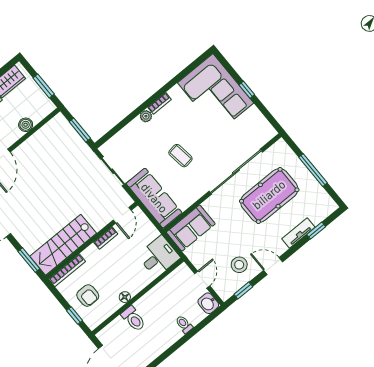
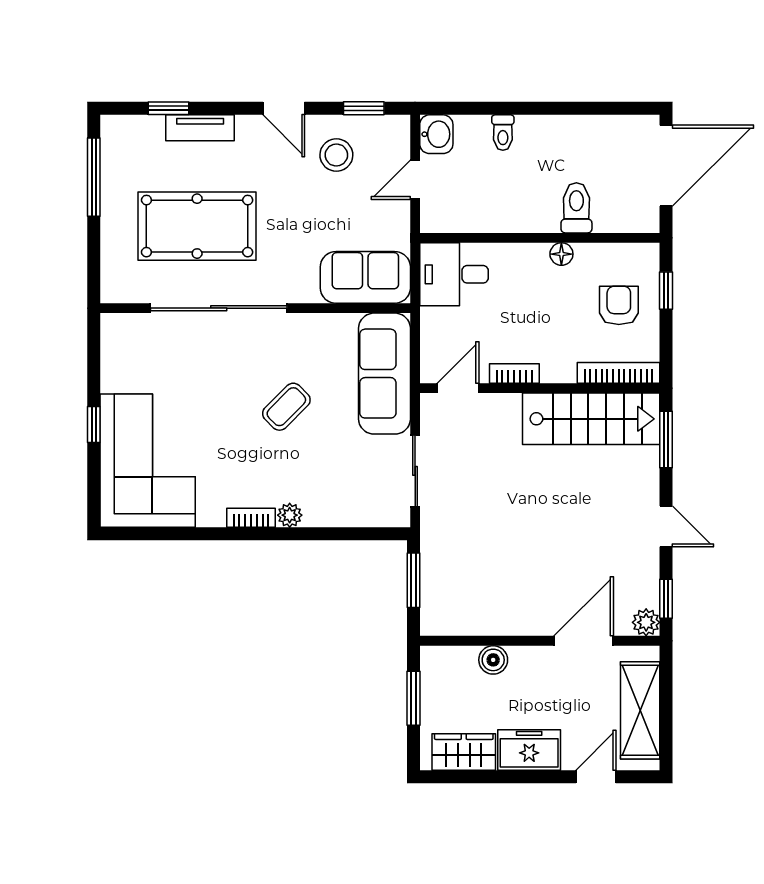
coffee table: (180, 156) -> (286, 407), turned 53
window: (313, 170) -> (94, 177), moved

